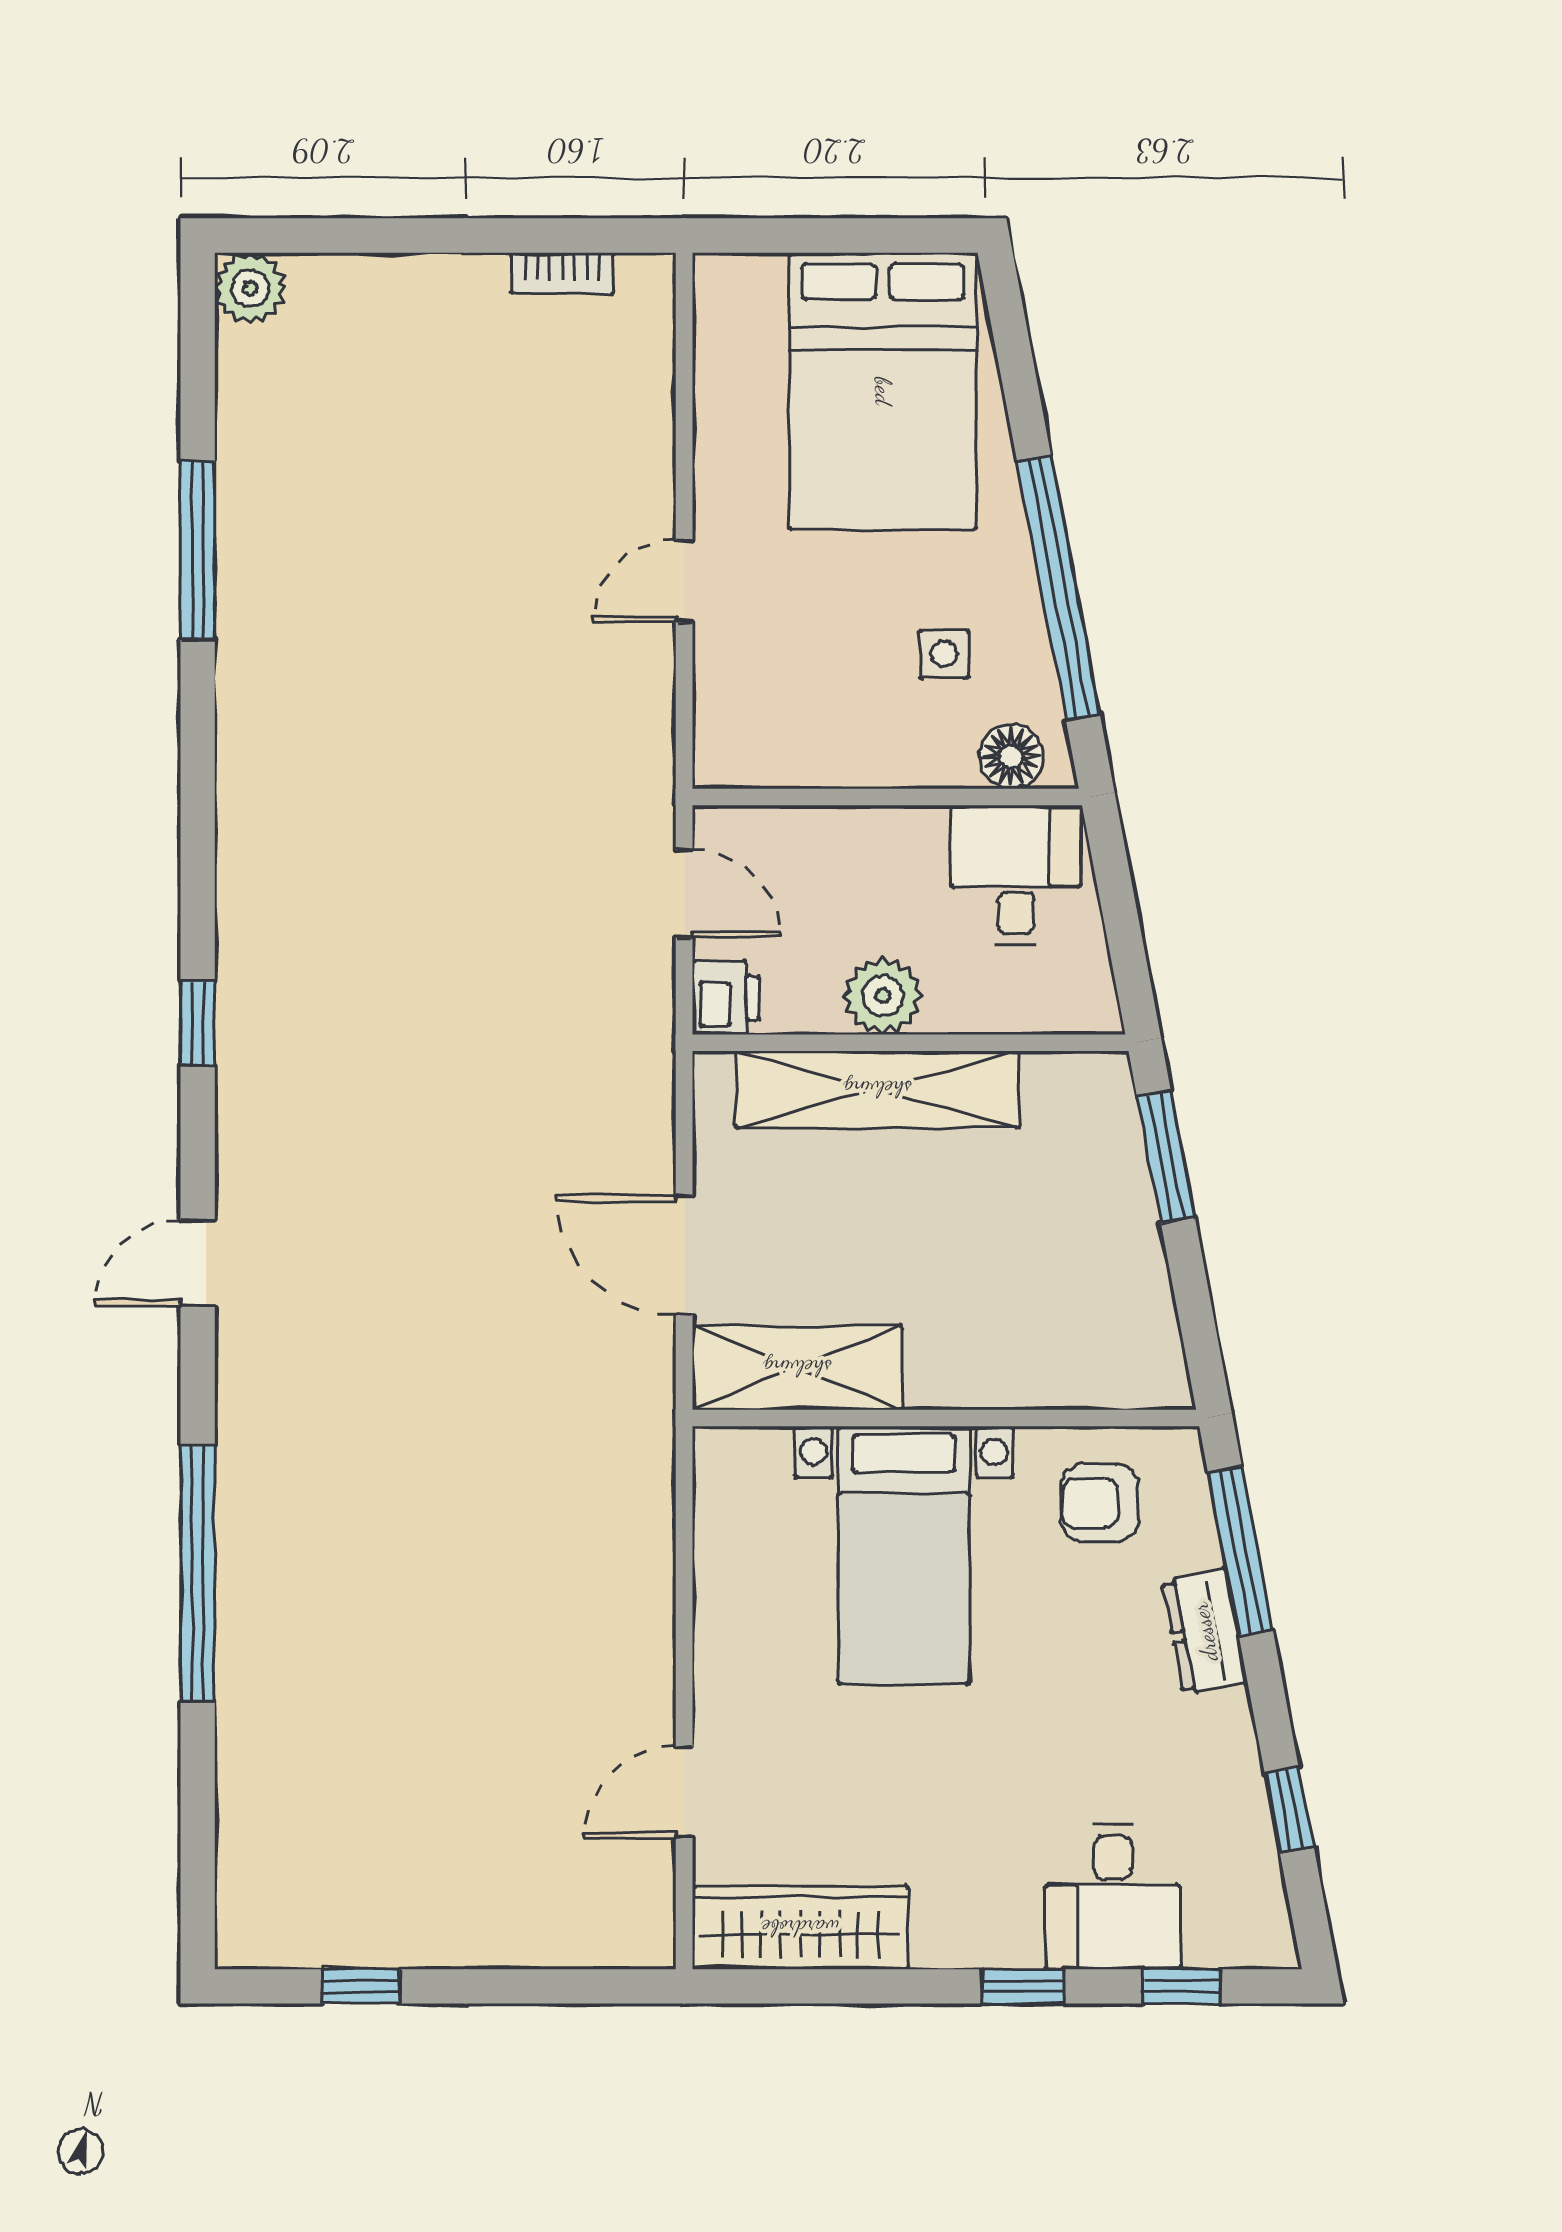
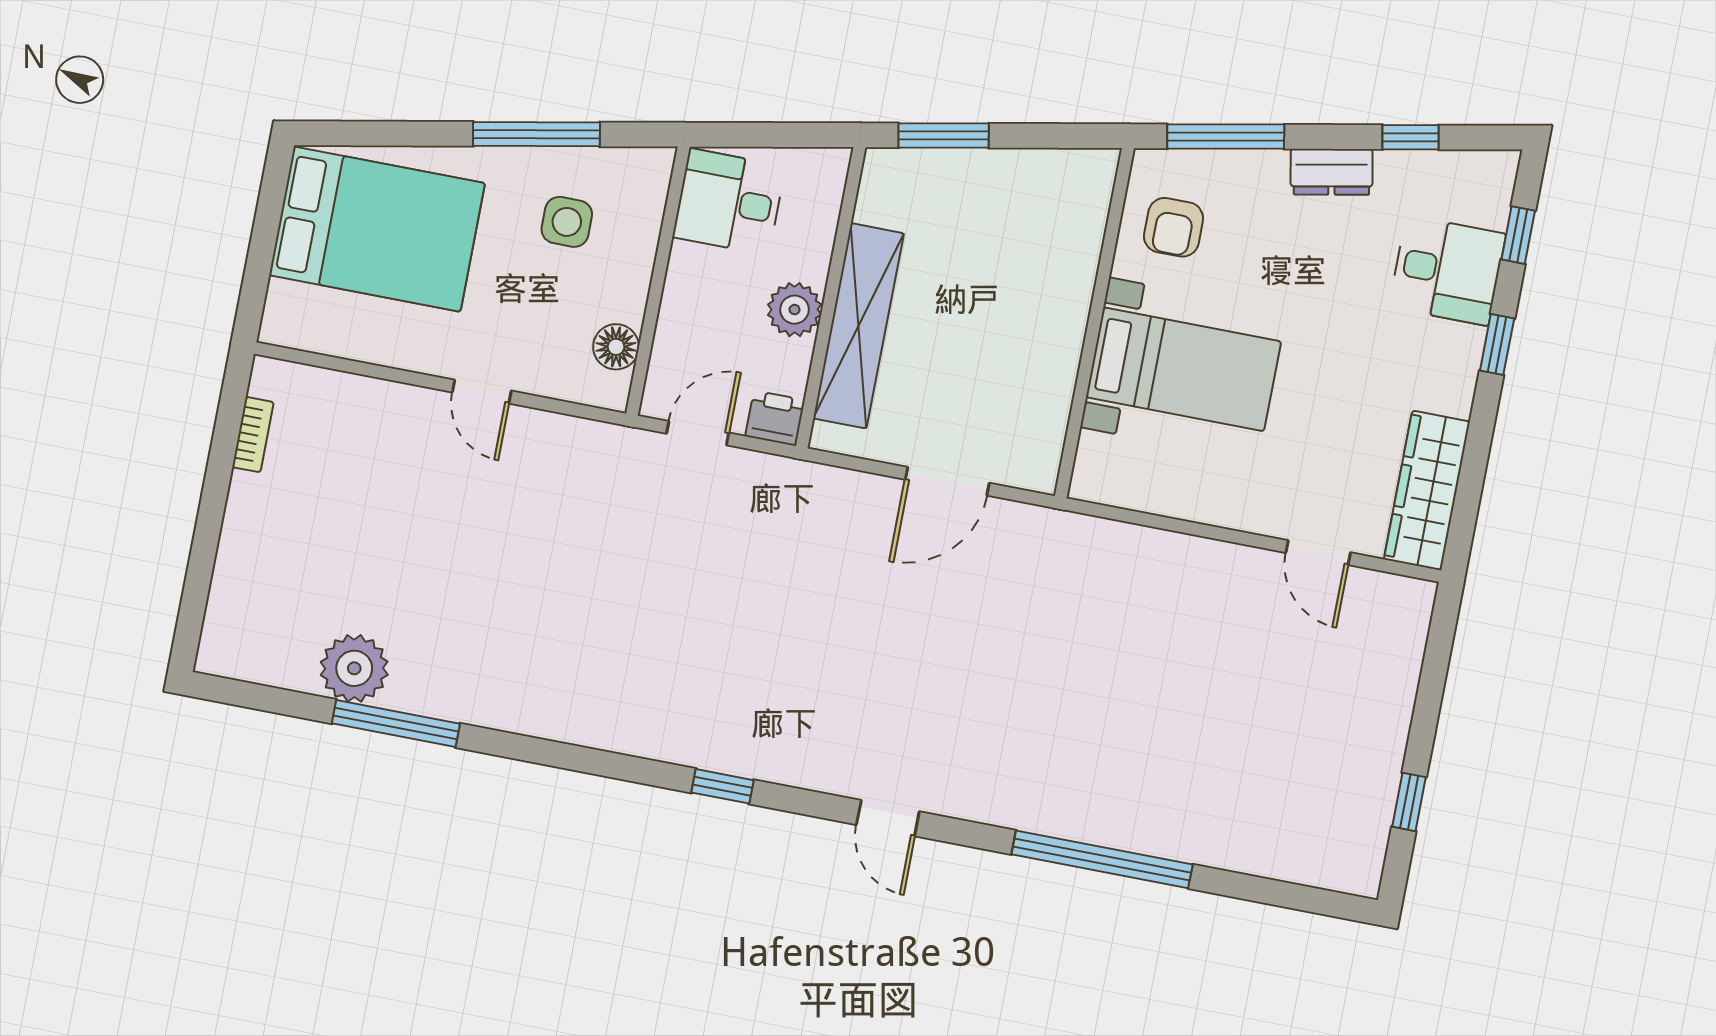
plant: (250, 288) -> (354, 668), moved, width x1.36, depth x1.36
window: (1058, 588) -> (536, 134), width x0.68
side table: (944, 654) -> (567, 222), width x1.37, depth x1.37
floor lamp: (1011, 756) -> (616, 347), moved
shelving: (797, 1368) -> (1040, 418), removed
dresser: (1205, 1632) -> (1332, 172), moved

